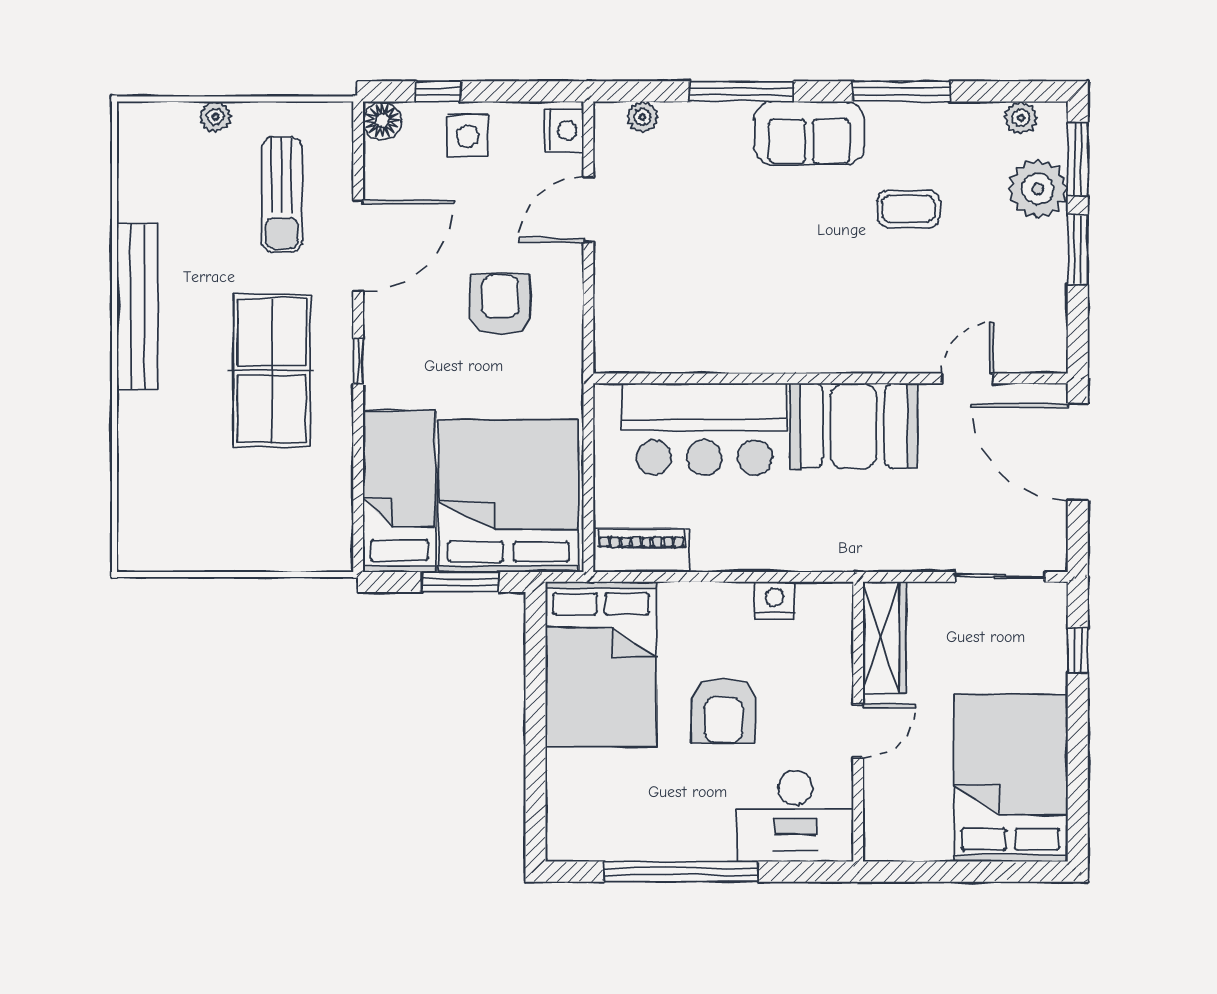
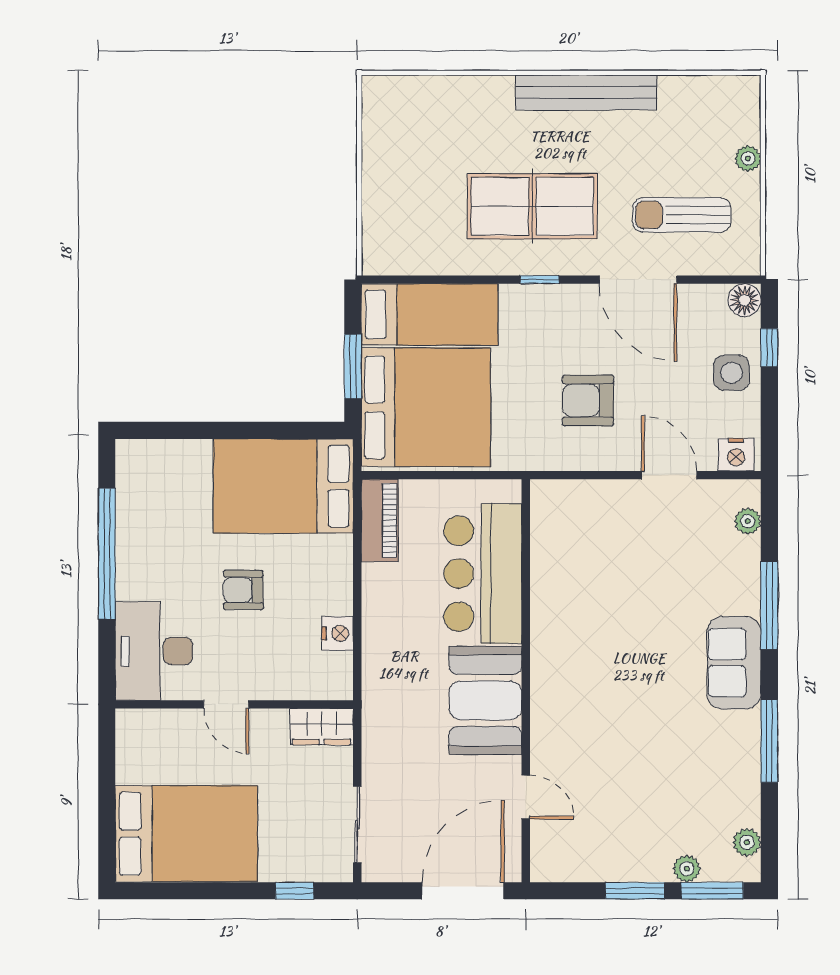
plant: (1038, 189) -> (687, 869), width x0.53, depth x0.53
coffee table: (908, 209) -> (670, 747), removed
armchair: (500, 305) -> (588, 400), turned 180
wardrobe: (885, 637) -> (322, 727), width x0.67
armchair: (724, 711) -> (243, 590), width x0.72, depth x0.72

